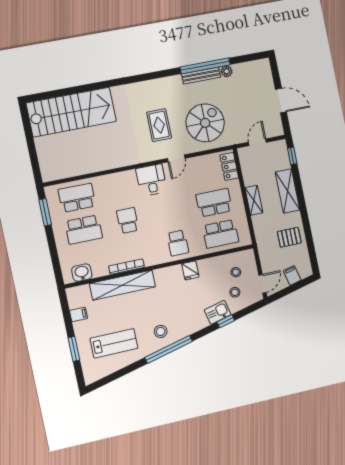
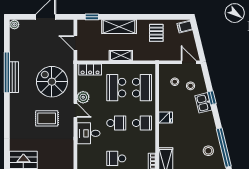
plant: (227, 71) -> (14, 24), moved
plant: (194, 165) -> (83, 97), added
school desk: (171, 212) -> (116, 123), added
filing cabinet: (292, 275) -> (185, 27), moved

